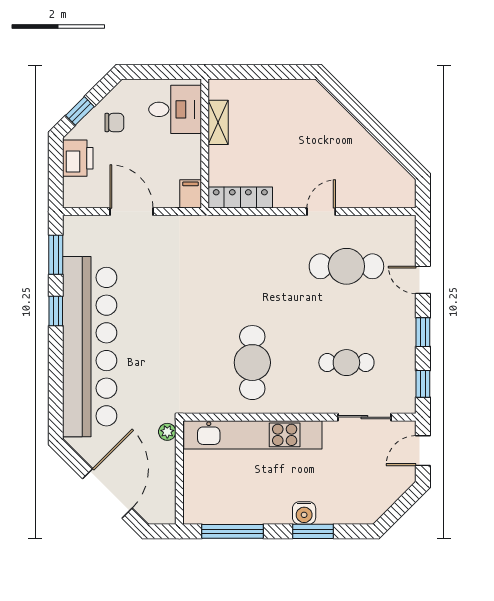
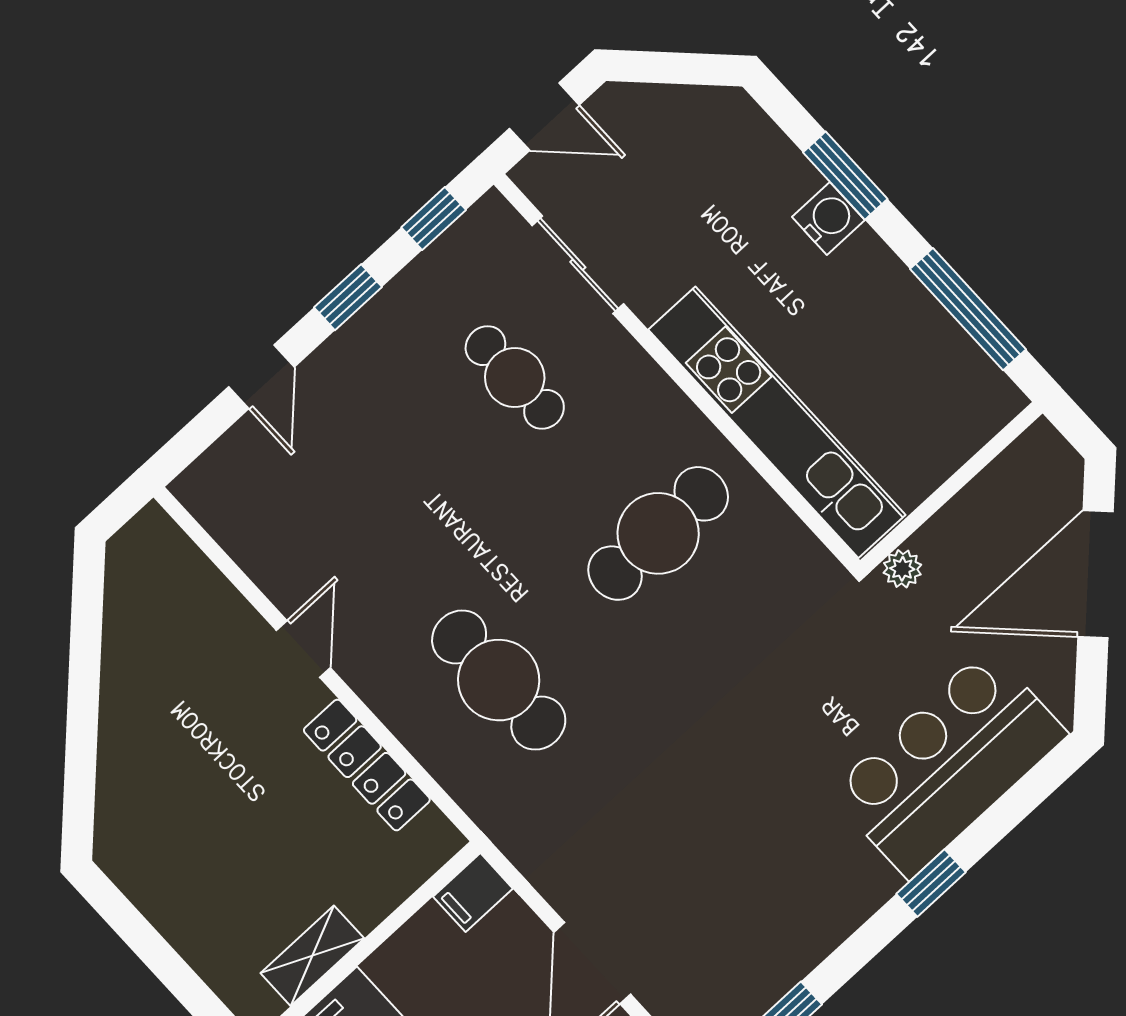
locker: (240, 198) -> (367, 765), moved
door: (321, 212) -> (303, 649), swing flipped
cafe table: (346, 266) -> (499, 680), moved
window: (56, 311) -> (931, 883), moved
bar counter: (90, 347) -> (948, 763), width x0.54

